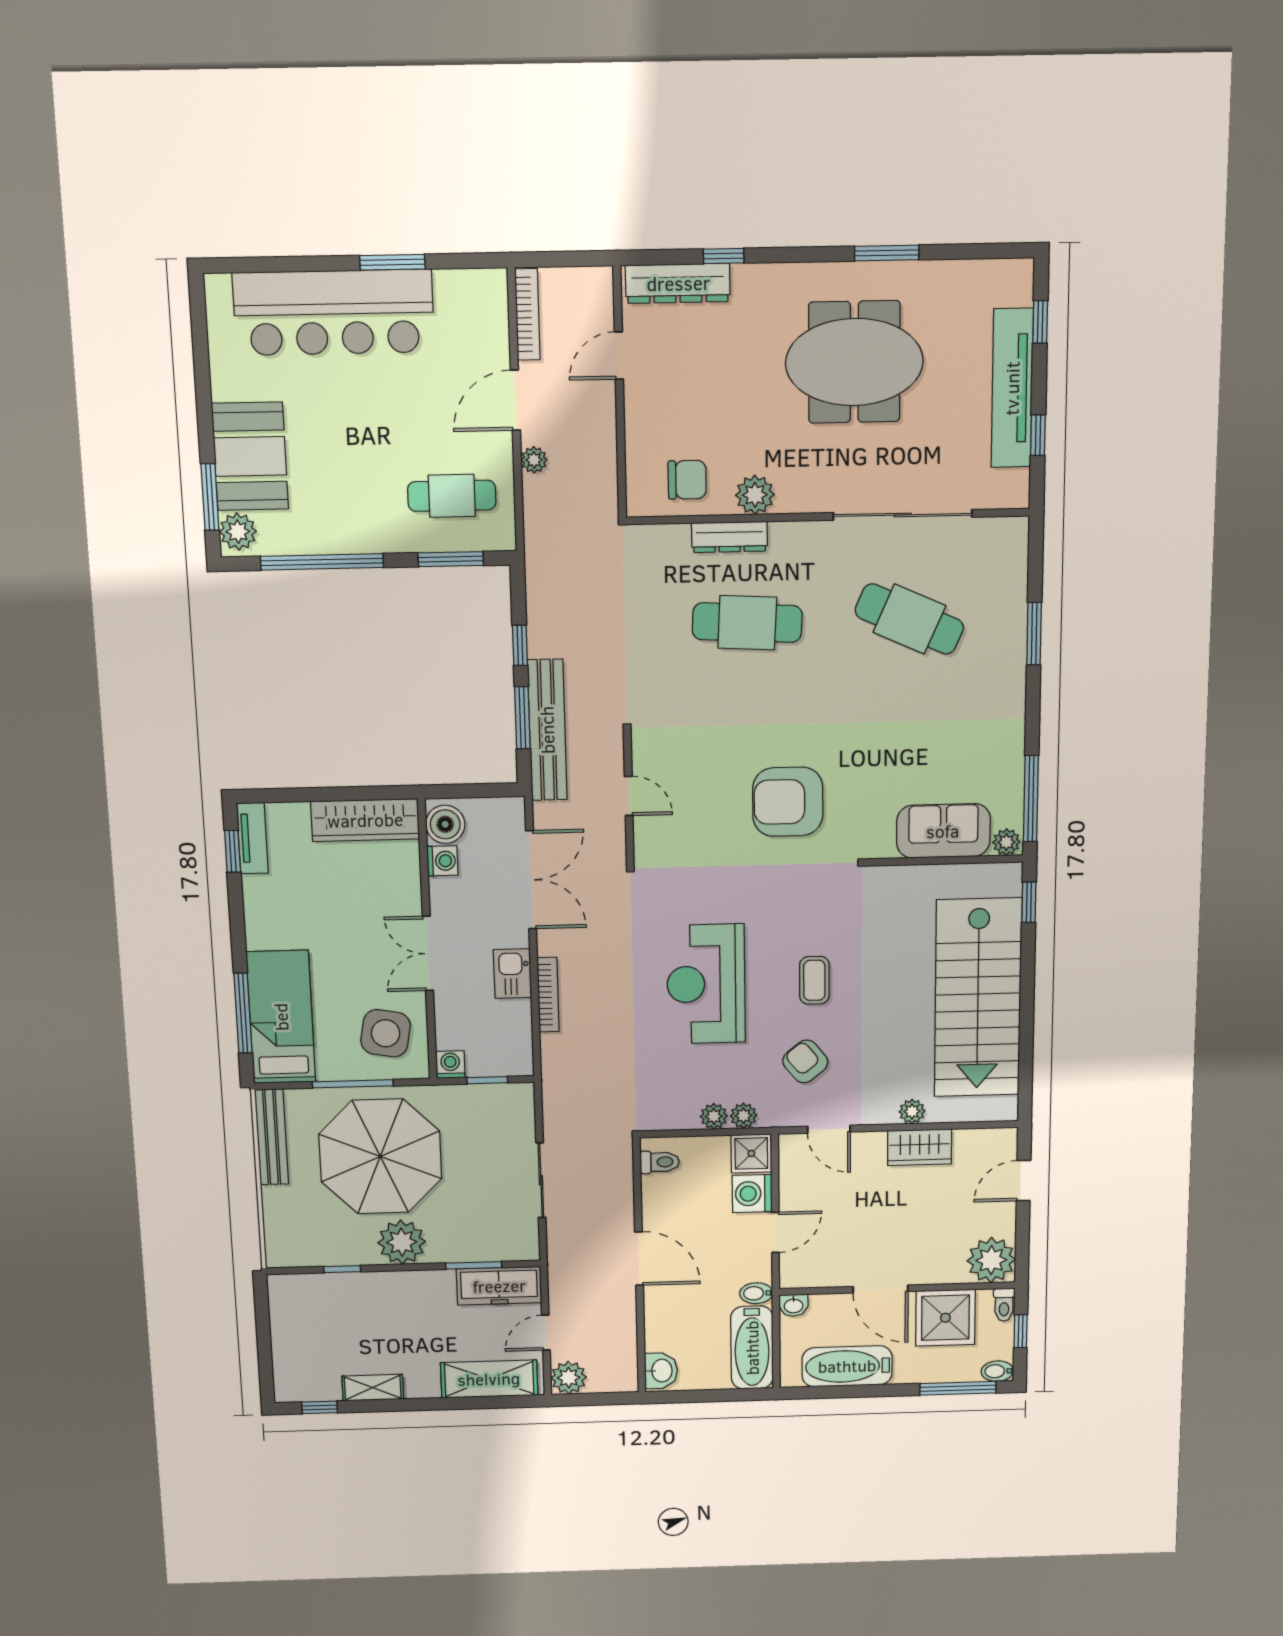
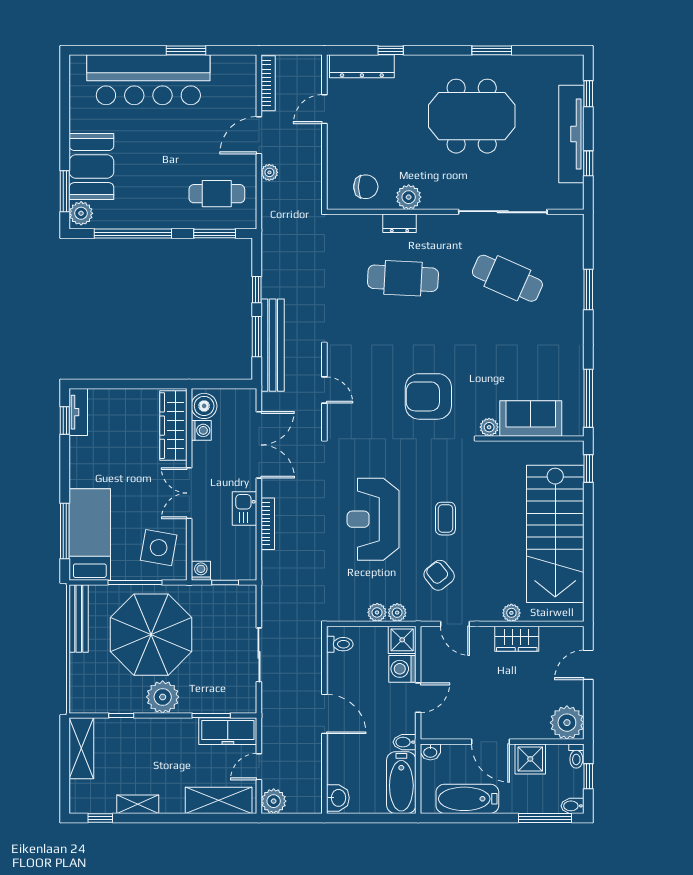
dresser: (729, 537) -> (399, 223), width x0.70
wardrobe: (365, 820) -> (173, 426), moved, turned 90
plant: (1006, 842) -> (489, 427), moved
shelving: (287, 1315) -> (81, 748), added
shower: (945, 1318) -> (530, 759), width x0.73, depth x0.73

